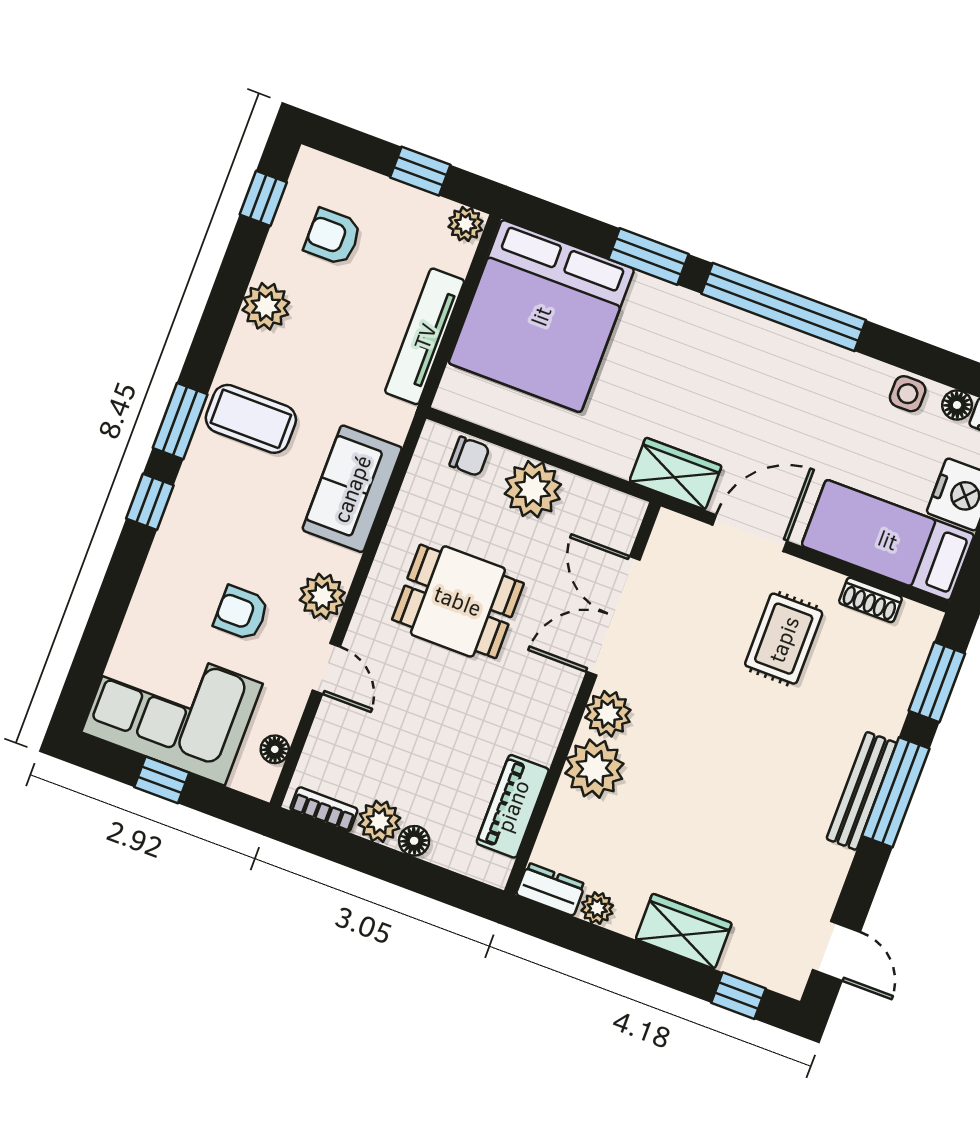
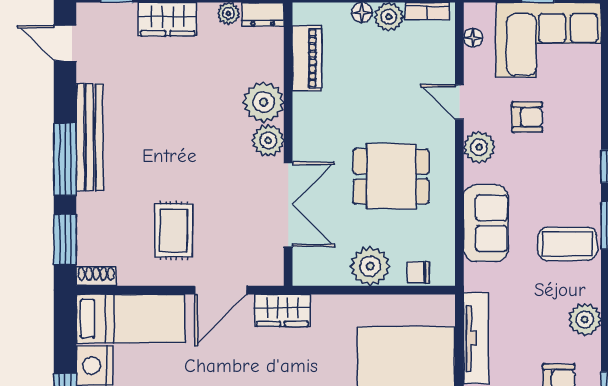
shoe rack: (870, 600) -> (96, 276), moved
bench: (861, 791) -> (90, 137), width x1.37, depth x1.21

